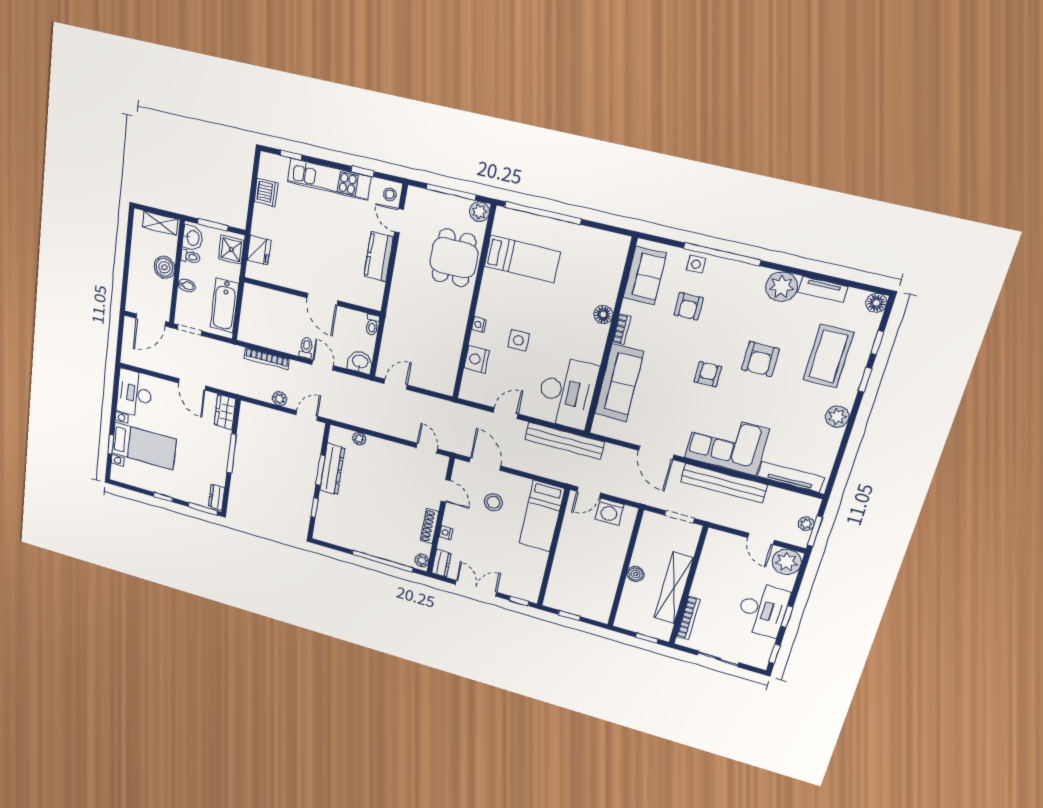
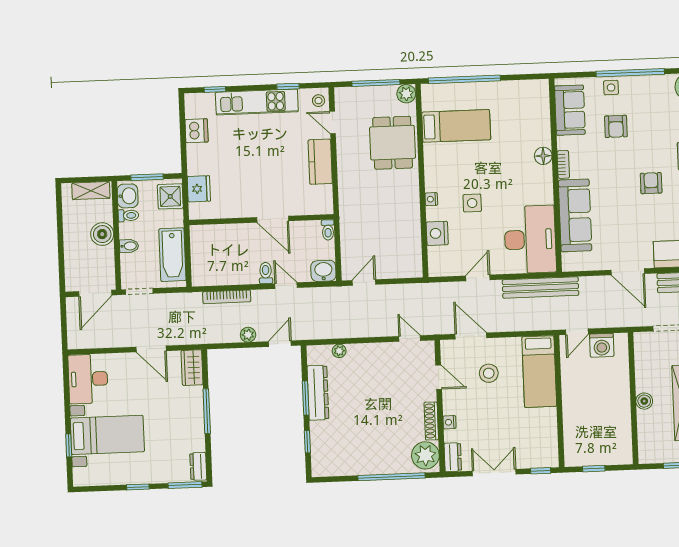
plant: (422, 561) -> (425, 455), width x1.88, depth x1.88

